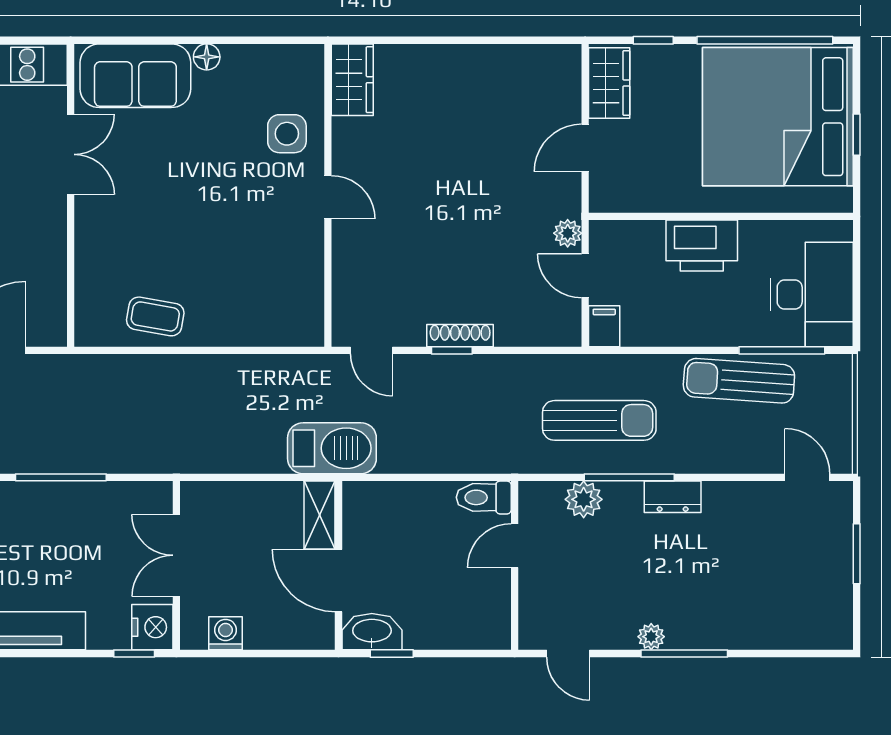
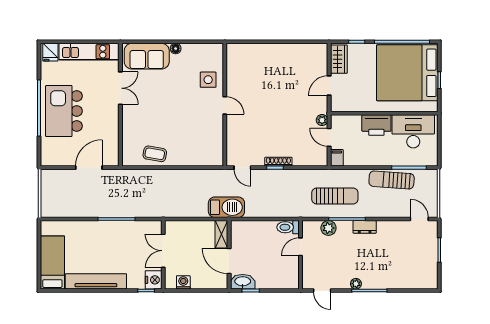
wardrobe: (352, 80) -> (235, 58), removed
desk: (812, 295) -> (413, 131), moved, turned -90

